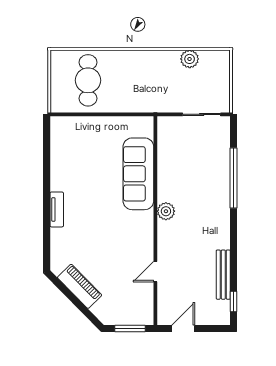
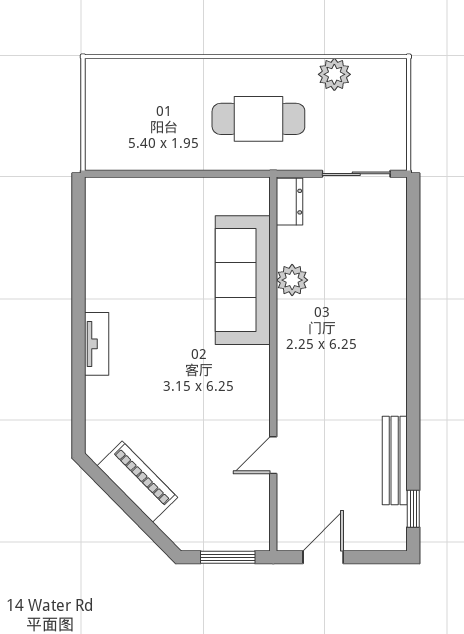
cafe table: (88, 80) -> (258, 119), moved, turned 90
dresser: (164, 130) -> (289, 202), added
window: (234, 178) -> (413, 288), removed
plant: (166, 211) -> (292, 280), moved

